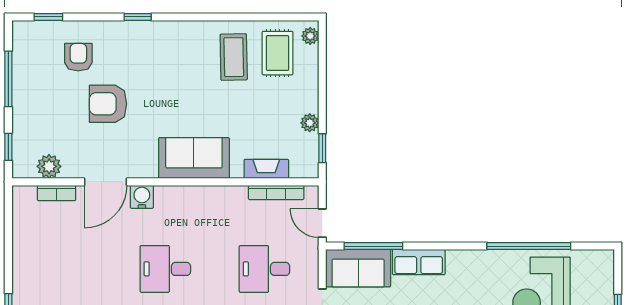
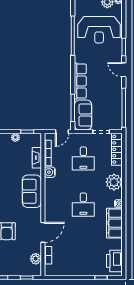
door: (106, 182) -> (43, 232), hinge flipped
water cooler: (142, 197) -> (50, 172), moved
row of seats: (419, 262) -> (80, 81), width x1.48

